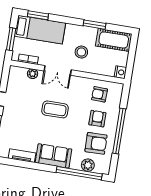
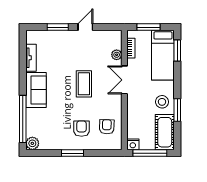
stool: (81, 52) -> (162, 102), moved
window: (131, 57) -> (150, 153), added
armchair: (97, 119) -> (82, 129), turned -90
window: (119, 131) -> (72, 153), width x0.47
armchair: (96, 143) -> (56, 131), removed
plant: (88, 165) -> (32, 143), moved

